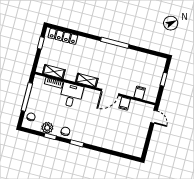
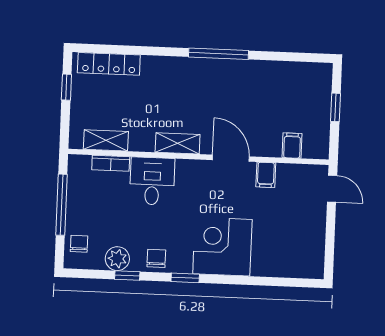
door: (110, 92) -> (231, 158), swing flipped
corner desk: (97, 133) -> (222, 247), added

